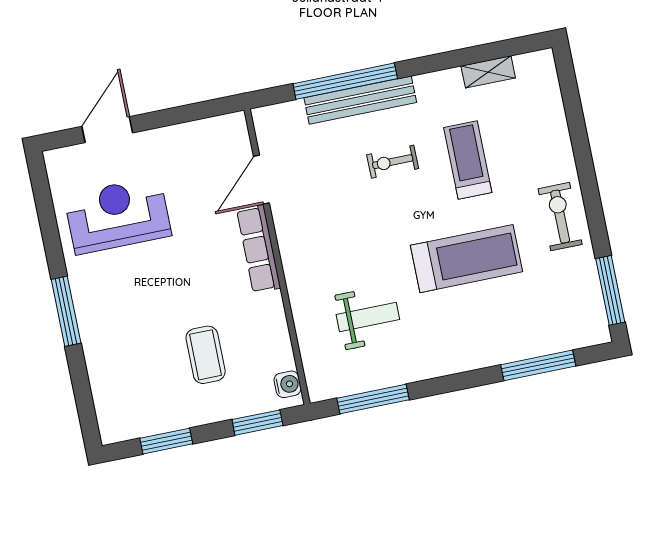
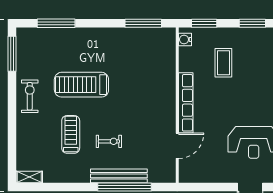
shelving: (488, 72) -> (29, 177), moved
treadmill: (468, 160) -> (71, 134), turned 180
exercise bike: (560, 217) -> (30, 96), turned 180
row of seats: (259, 249) -> (186, 103), width x1.36
weight bench: (368, 317) -> (137, 65), removed

